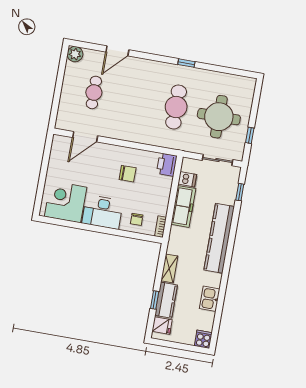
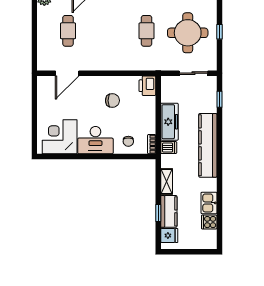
cafe table: (176, 107) -> (147, 31), width x0.73, depth x0.74
window: (250, 135) -> (219, 32), moved
dishwasher: (187, 179) -> (169, 148), moved
cooker: (203, 339) -> (209, 222), moved, turned -90

